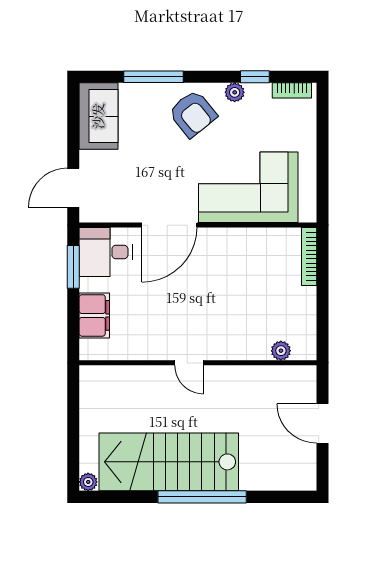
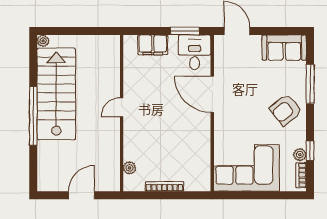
plant: (235, 92) -> (300, 155), moved
corner sofa: (248, 187) -> (247, 168), moved, turned -90
bookcase: (309, 257) -> (164, 186), moved

